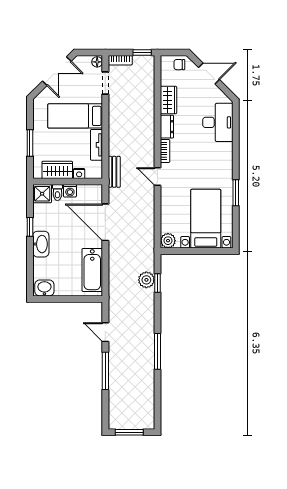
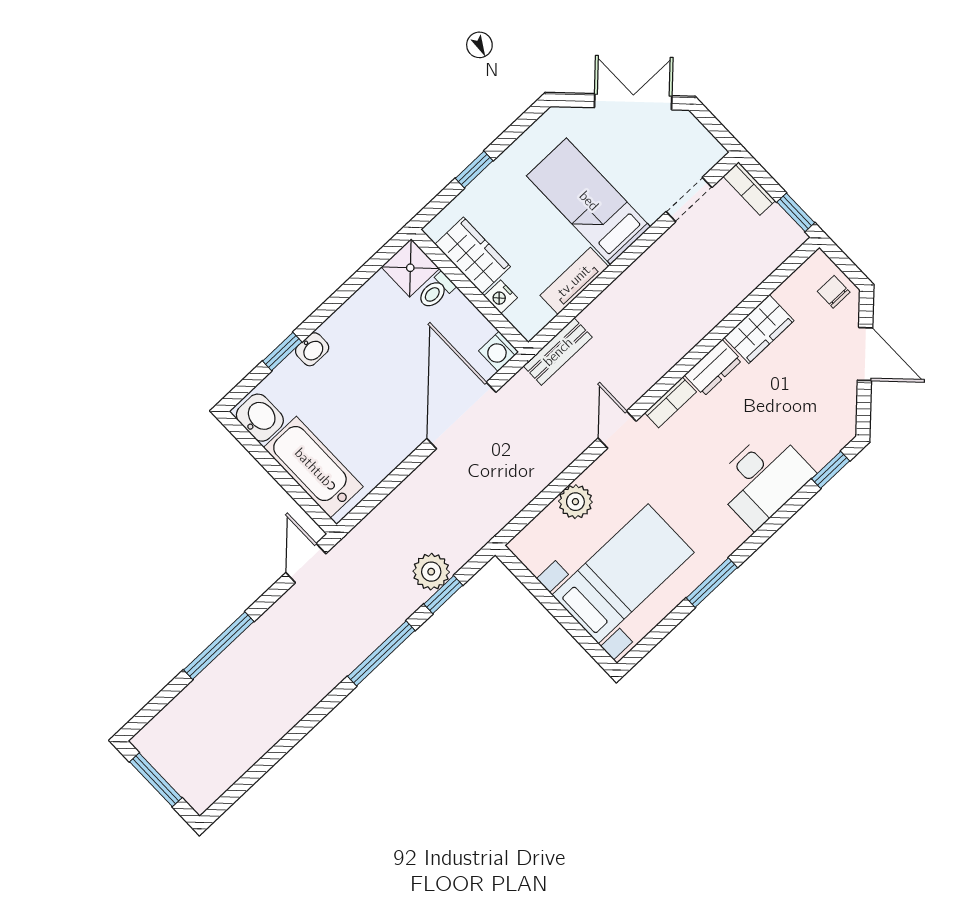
floor lamp: (97, 62) -> (711, 153), removed
double door: (57, 71) -> (633, 102), swing flipped
window: (236, 120) -> (831, 470), added
desk: (218, 122) -> (763, 479), moved
window: (30, 143) -> (474, 169), width x0.67
washing machine: (70, 191) -> (499, 351), moved
window: (30, 227) -> (282, 352), moved
plant: (168, 241) -> (575, 502), moved
washbasin: (41, 244) -> (312, 349), width x0.52, depth x0.69
bathtub: (92, 270) -> (313, 467), moved, turned 90
door: (105, 332) -> (306, 563), moved
window: (158, 351) -> (381, 653), moved

